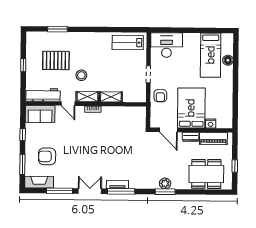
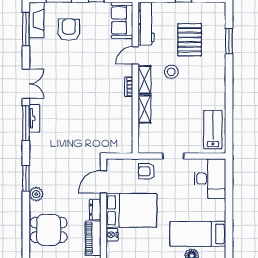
dining table: (206, 174) -> (49, 230), width x0.73
plant: (165, 183) -> (36, 194), moved
window: (59, 191) -> (26, 29), moved

